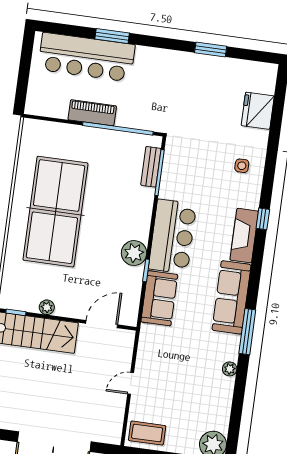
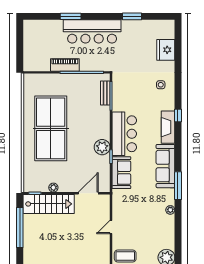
bar counter: (86, 57) -> (92, 31), moved

